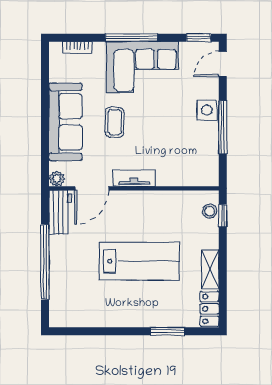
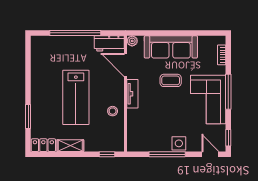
stool: (210, 211) -> (113, 111), moved

